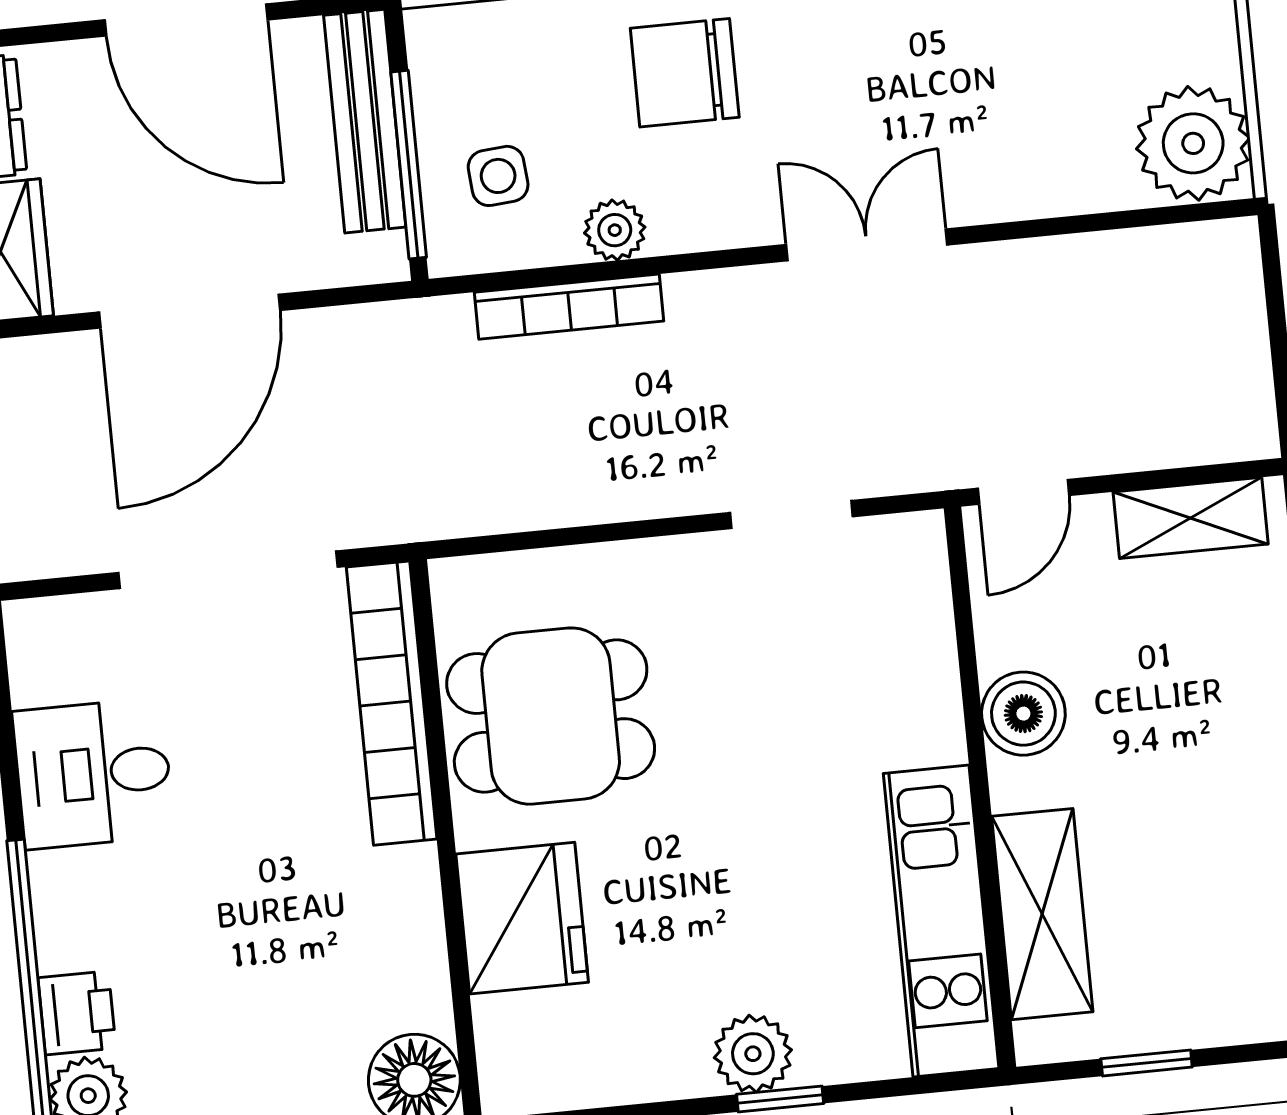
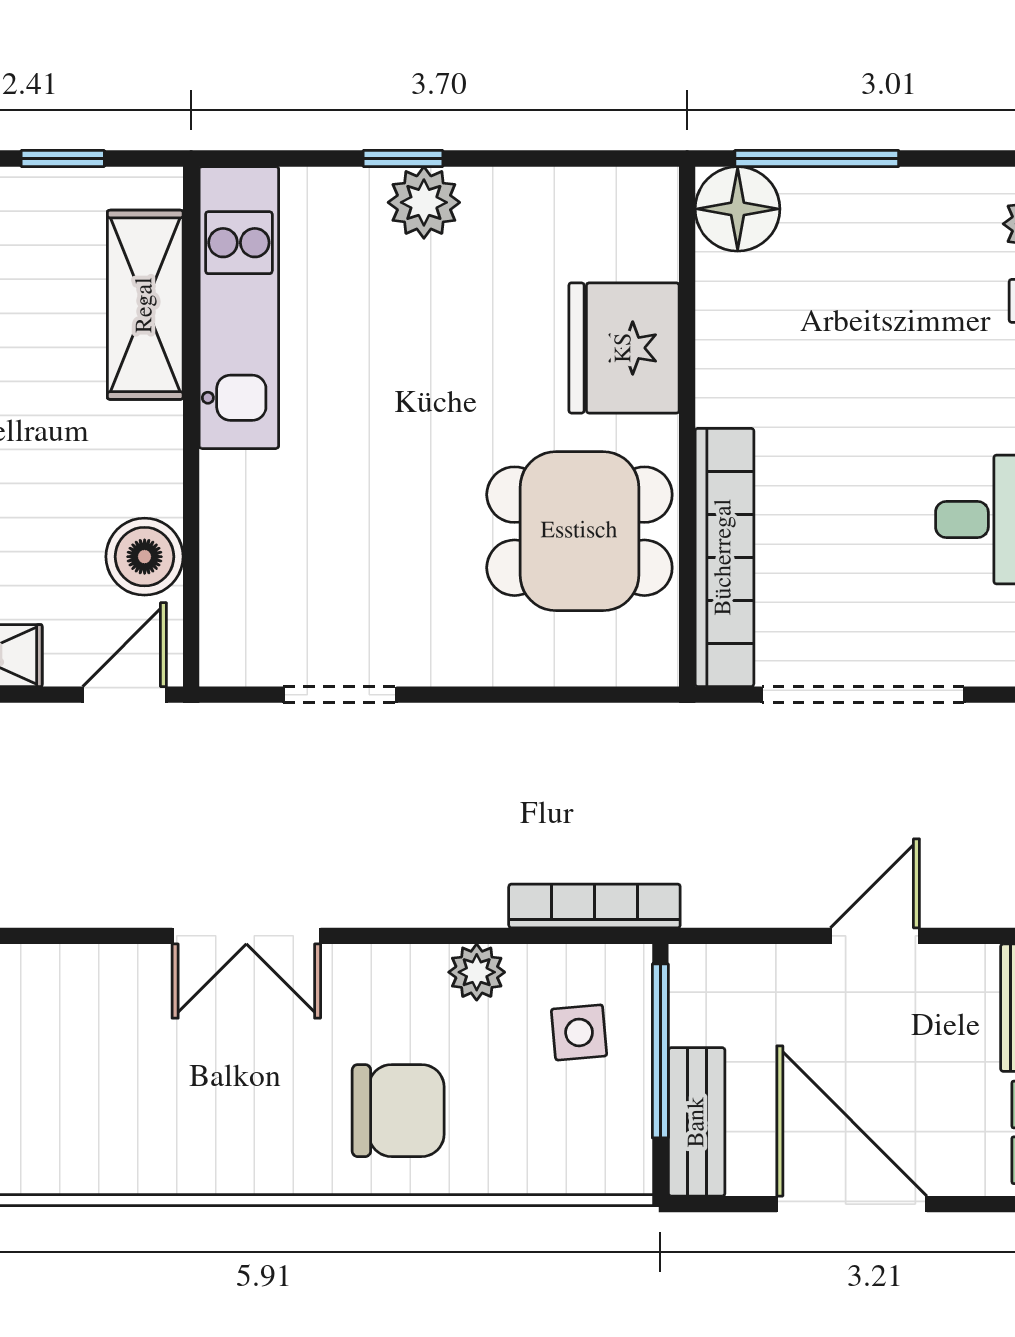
bench: (365, 121) -> (697, 1122), width x0.73
bookcase: (569, 307) -> (594, 906), moved
door: (190, 311) -> (875, 936), width x0.53
boiler: (1023, 714) -> (145, 557), moved

